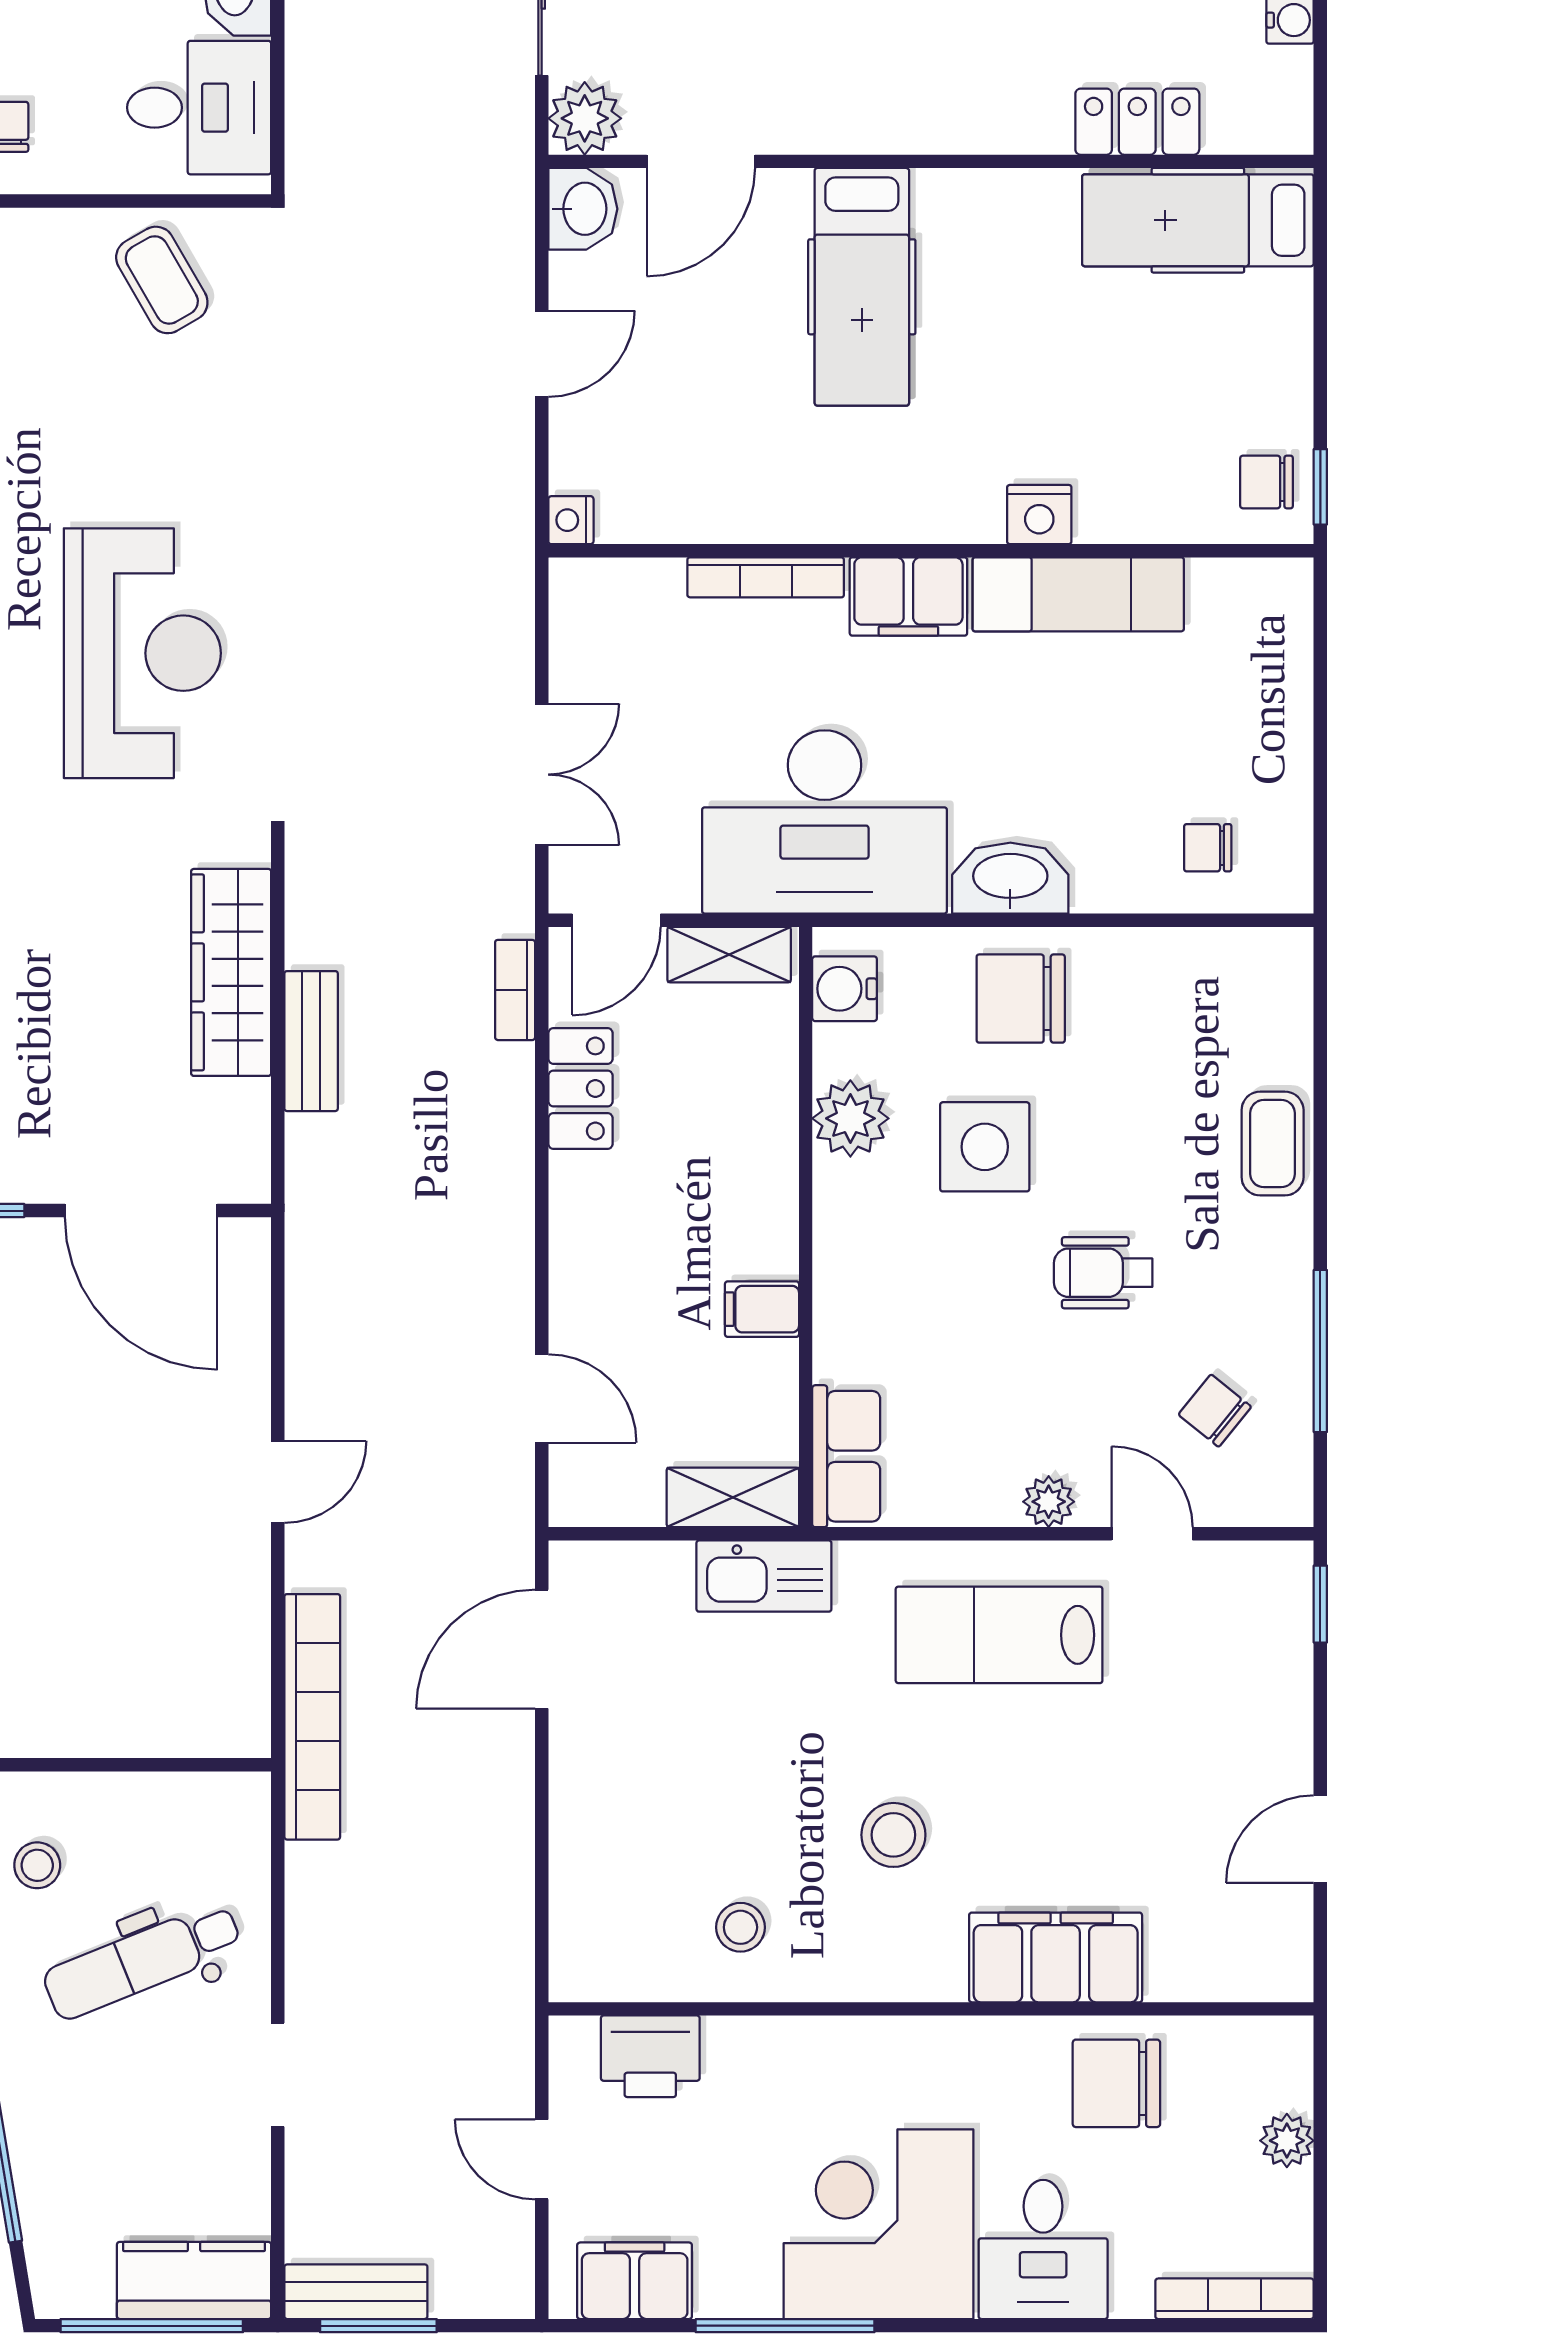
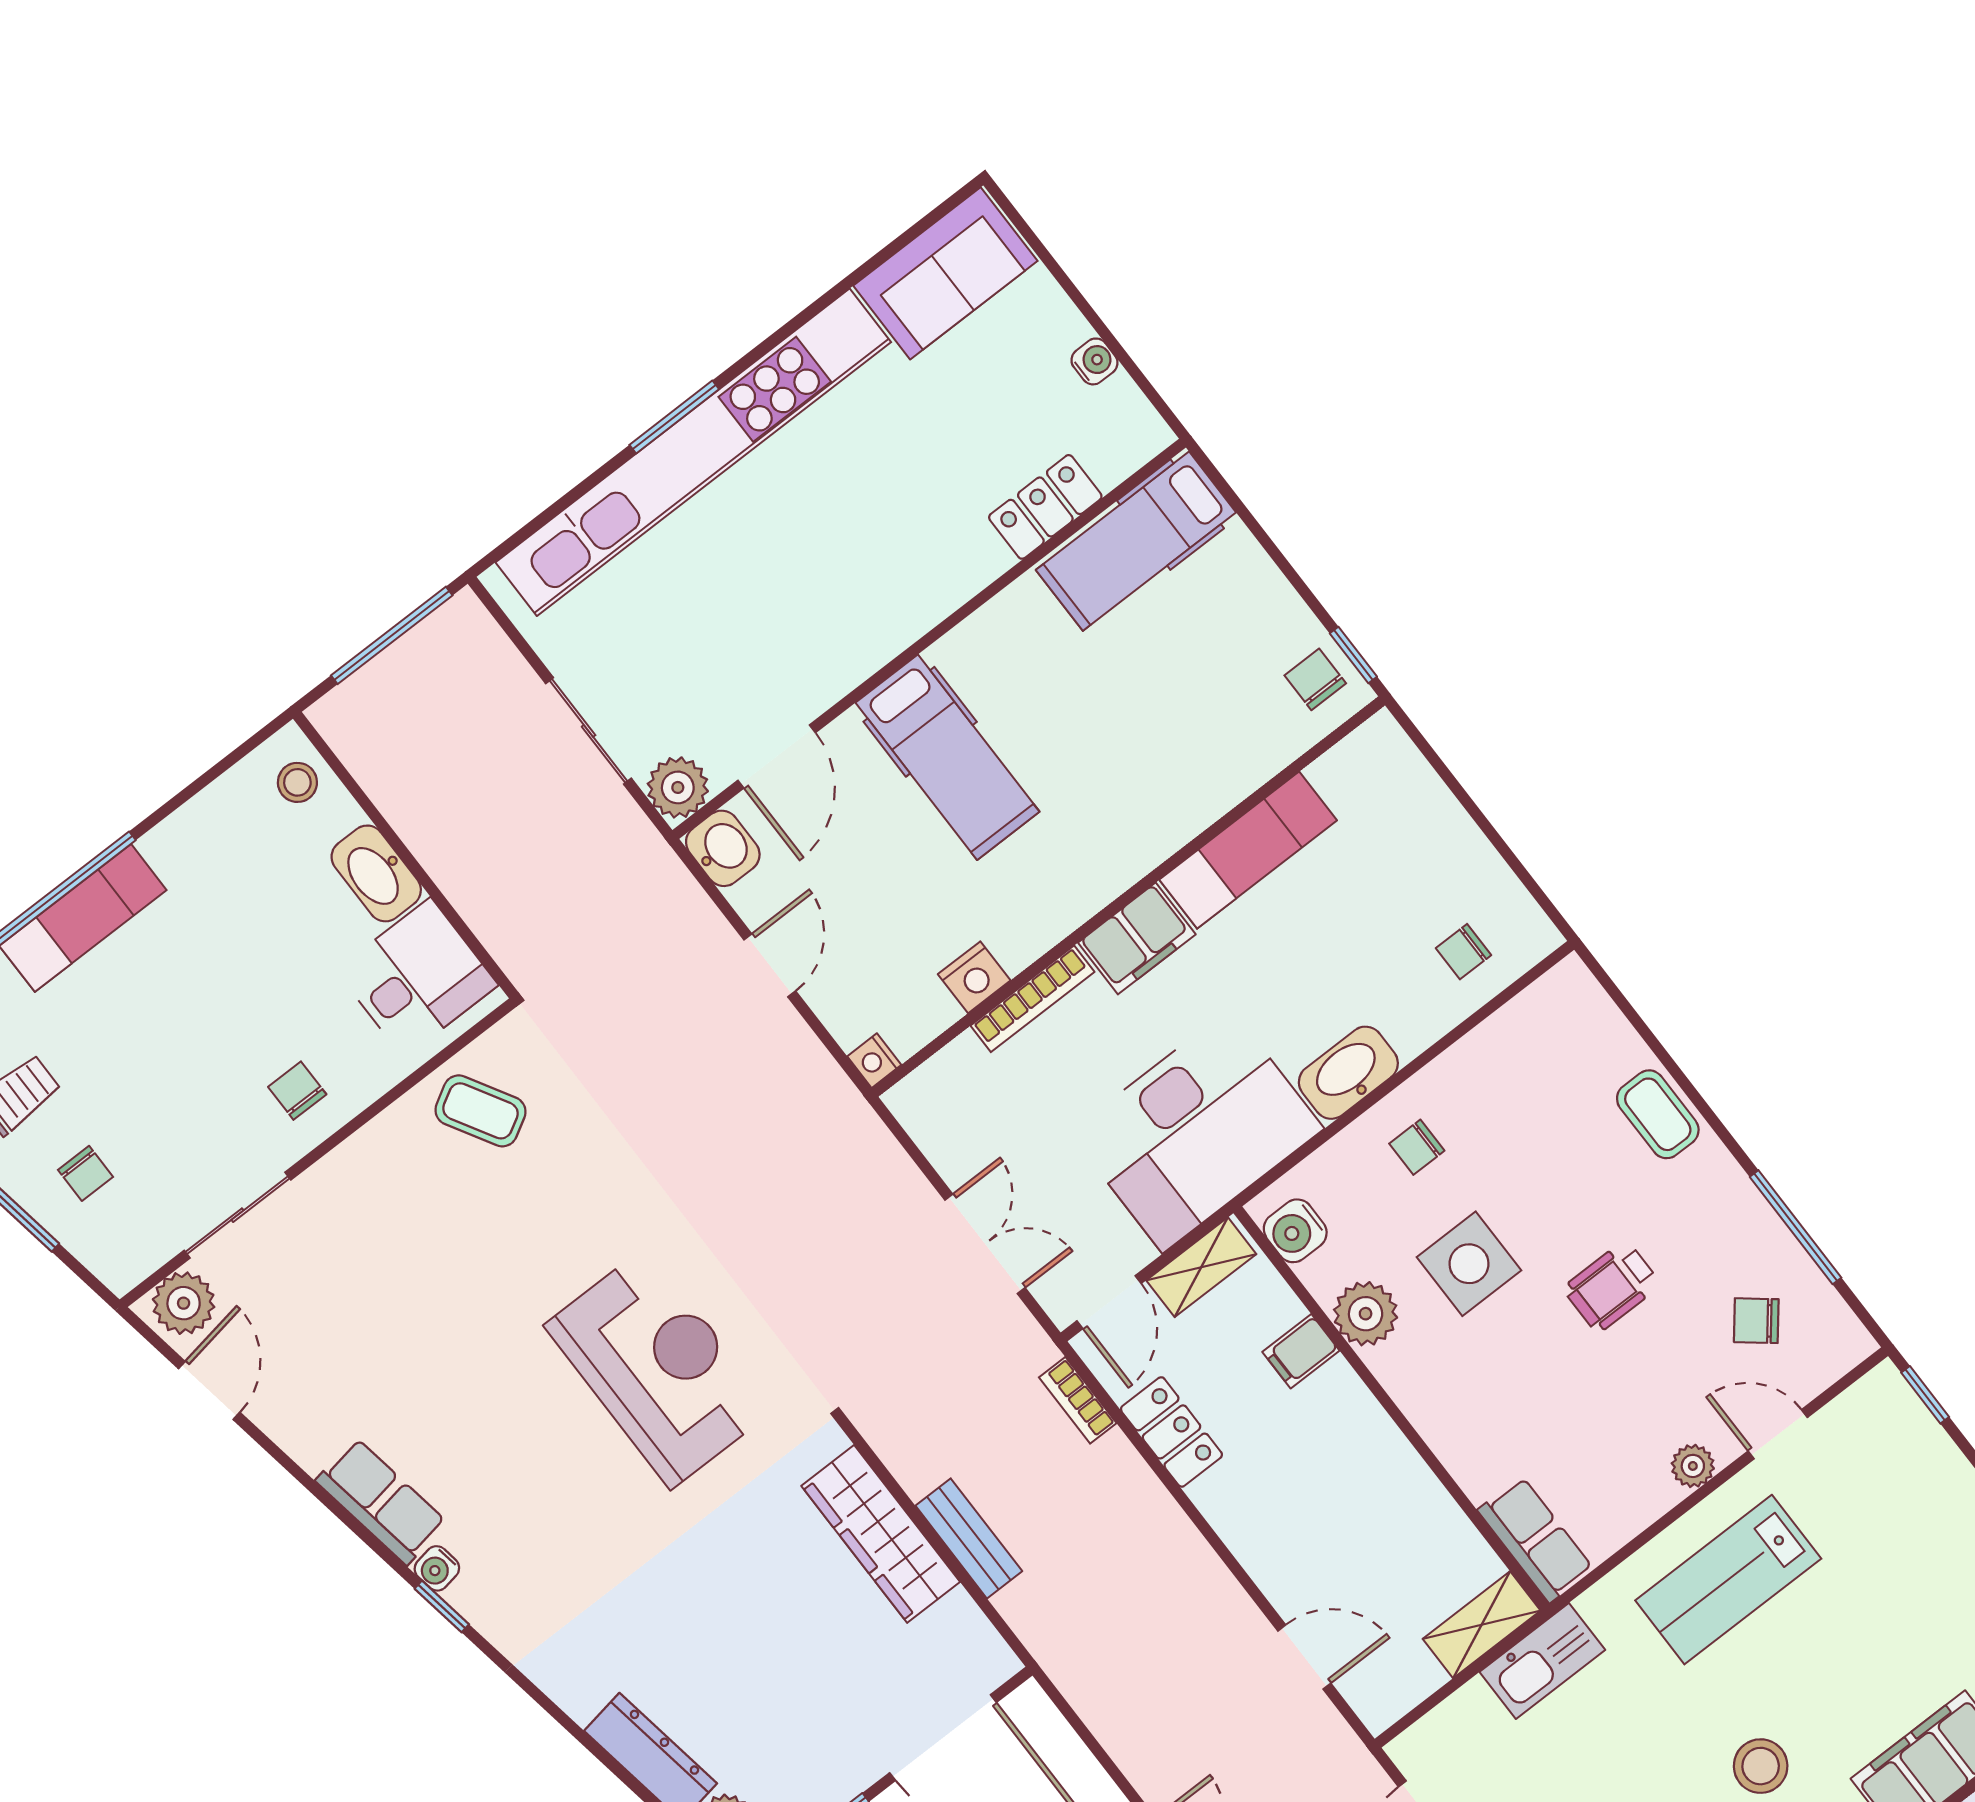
chair: (1266, 482) -> (1315, 679), turned 90
nightstand: (1039, 514) -> (974, 977), moved
chair: (1021, 999) -> (1417, 1147), width x0.54, depth x0.54
filing cabinet: (762, 1309) -> (1301, 1351), moved

